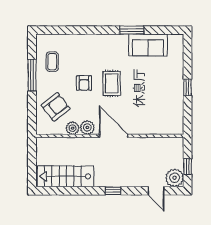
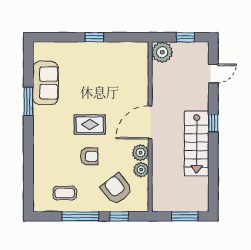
window: (32, 109) -> (119, 216), added
window: (32, 166) -> (185, 216), added
stairs: (65, 176) -> (197, 143), moved
plant: (175, 178) -> (162, 52), moved

